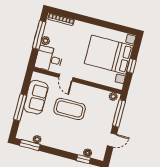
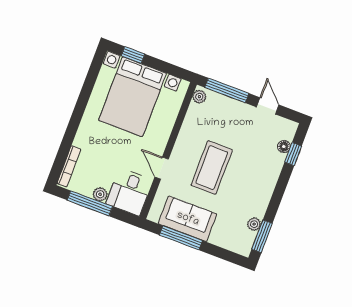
window: (131, 66) -> (133, 55), moved
door: (66, 78) -> (162, 168), swing flipped
window: (20, 107) -> (181, 238), moved

